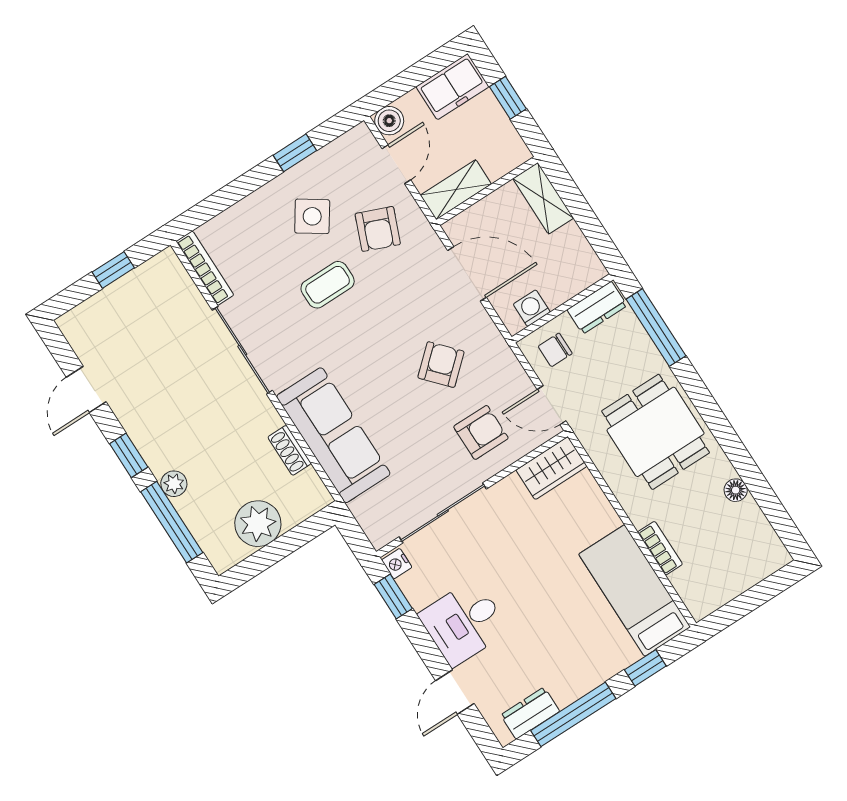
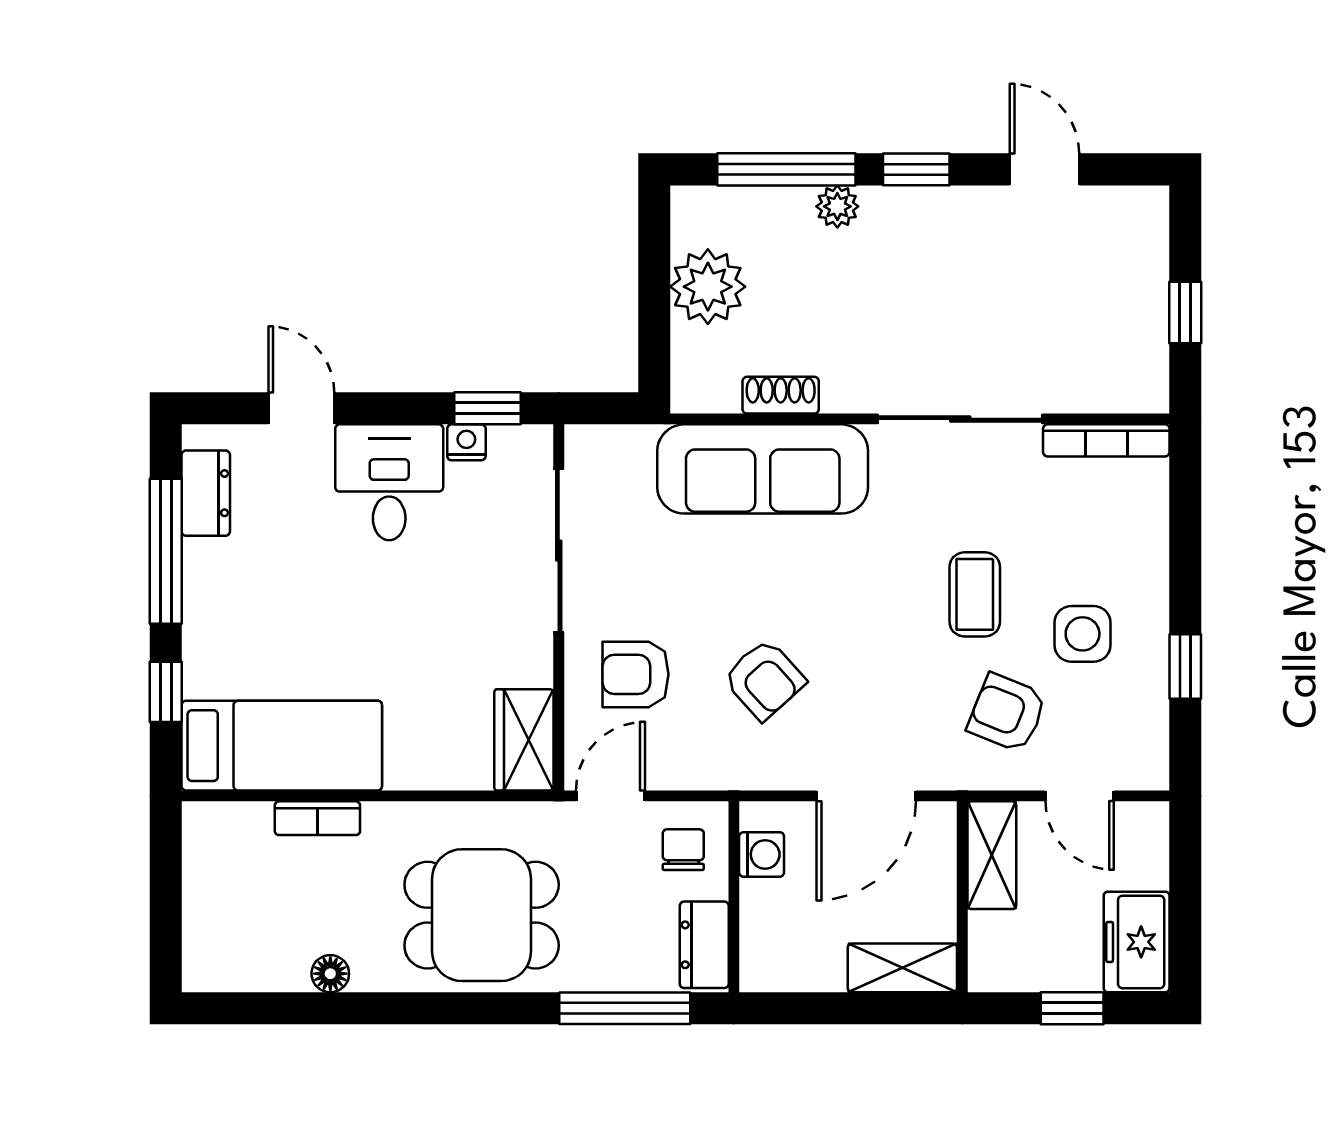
boiler: (389, 121) -> (1146, 825), removed
side table: (312, 216) -> (1083, 634), turned -34
armchair: (481, 432) -> (636, 674), turned 90
nightstand: (397, 564) -> (466, 442), moved

